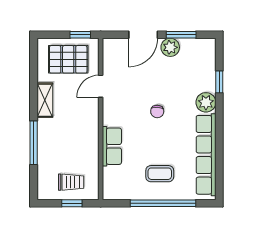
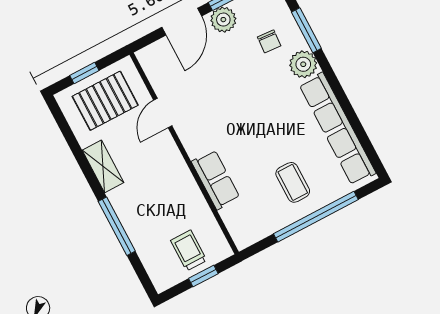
window: (80, 35) -> (84, 73), moved
window: (219, 82) -> (306, 30), width x1.50
chair: (157, 111) -> (269, 41), moved
coffee table: (160, 174) -> (293, 182), turned 90
trolley: (71, 182) -> (189, 250), turned -90

